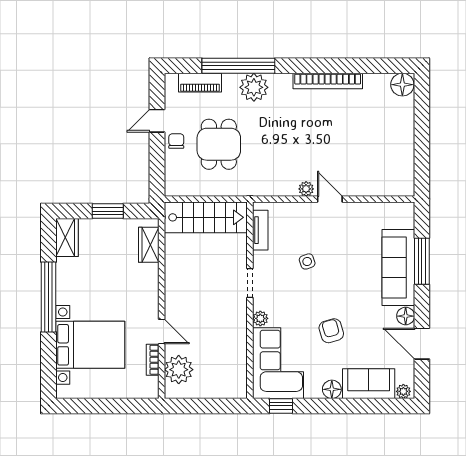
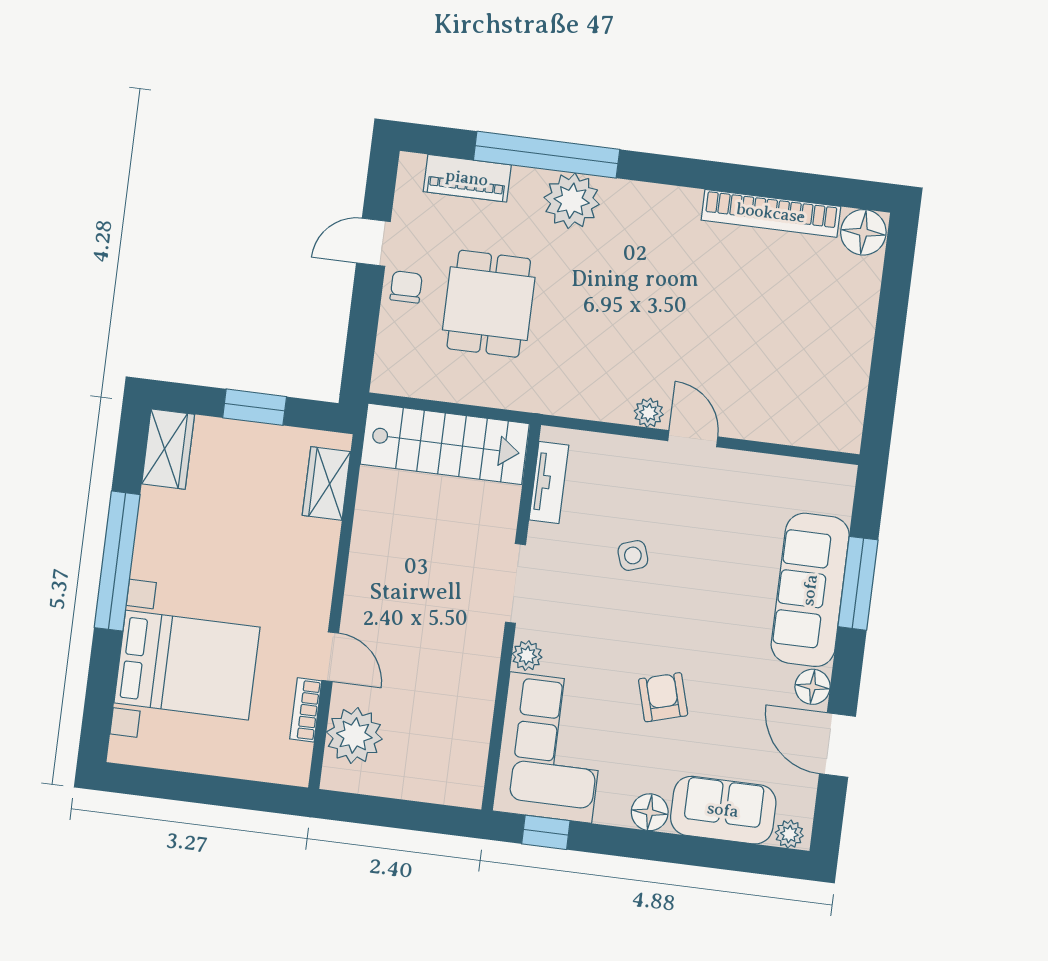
bookcase: (328, 81) -> (771, 213), moved
doorway: (250, 283) -> (515, 583), width x1.38

